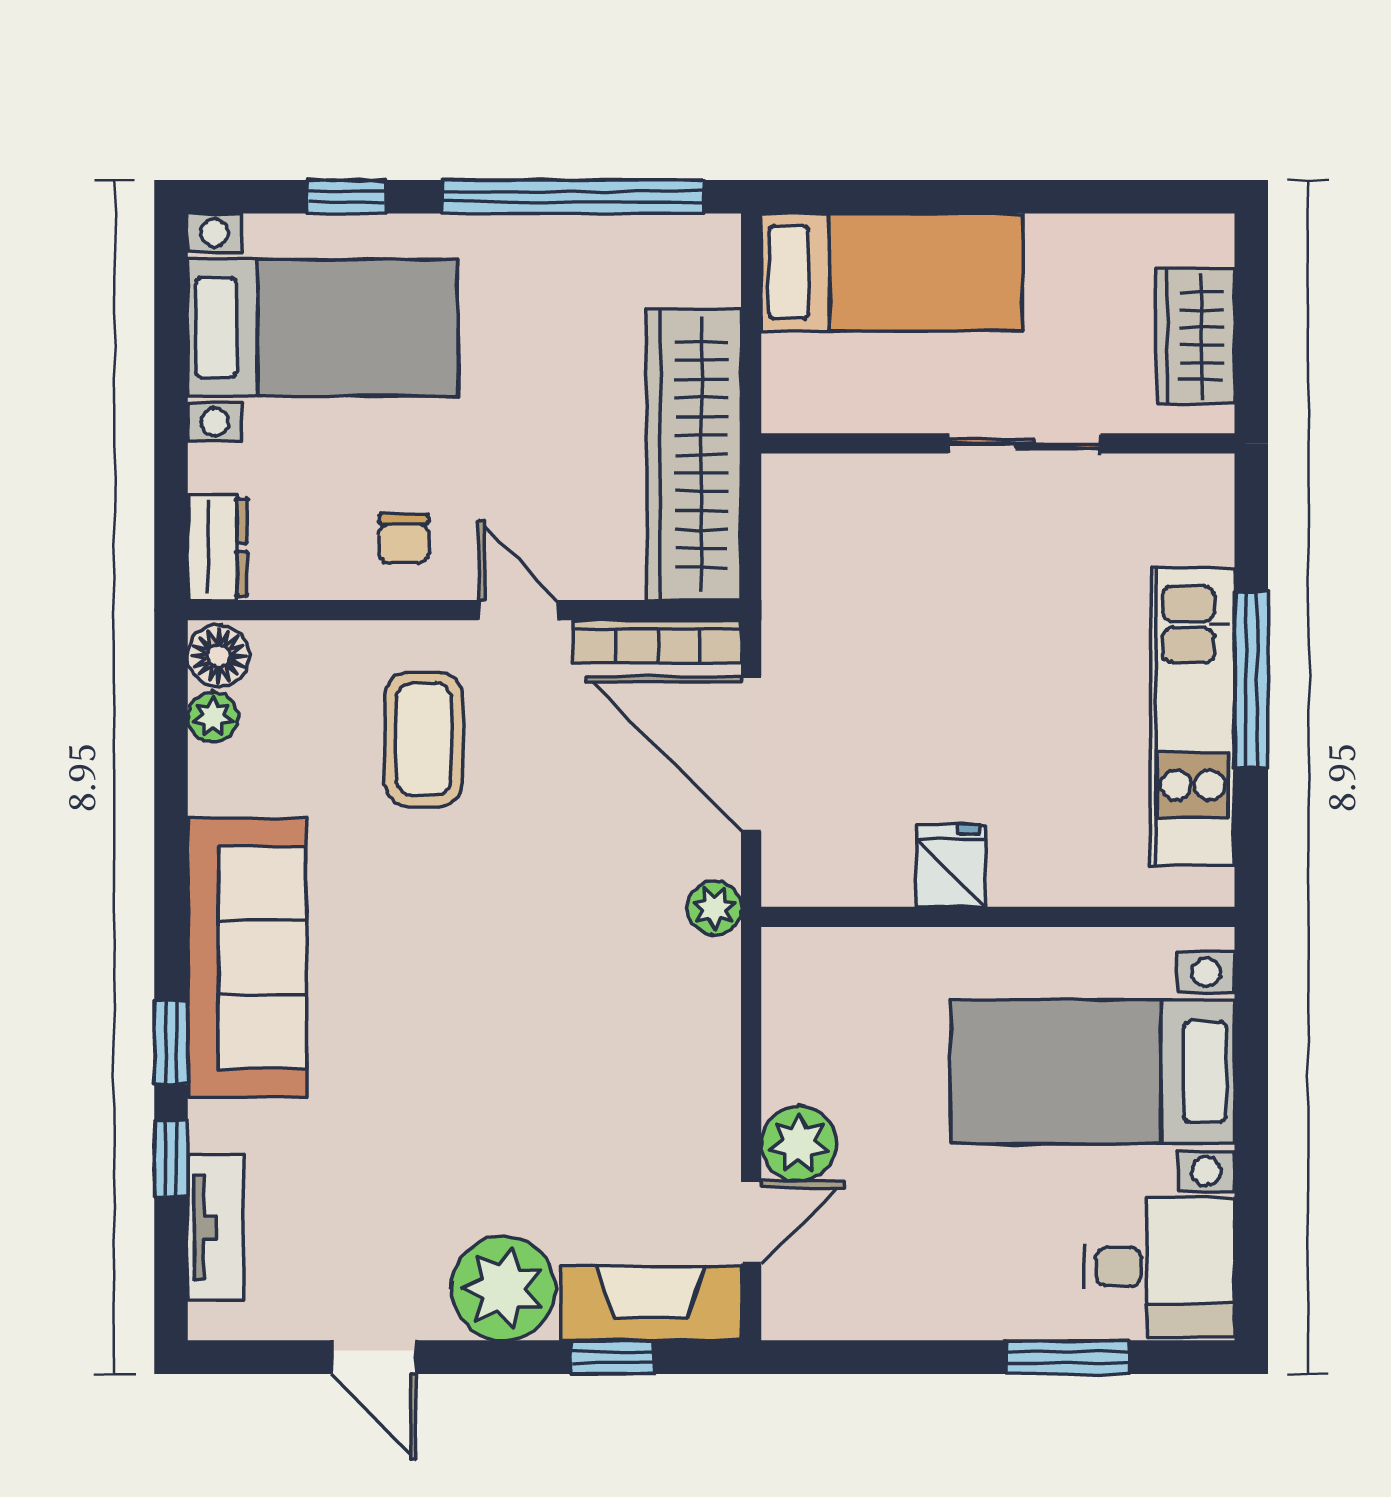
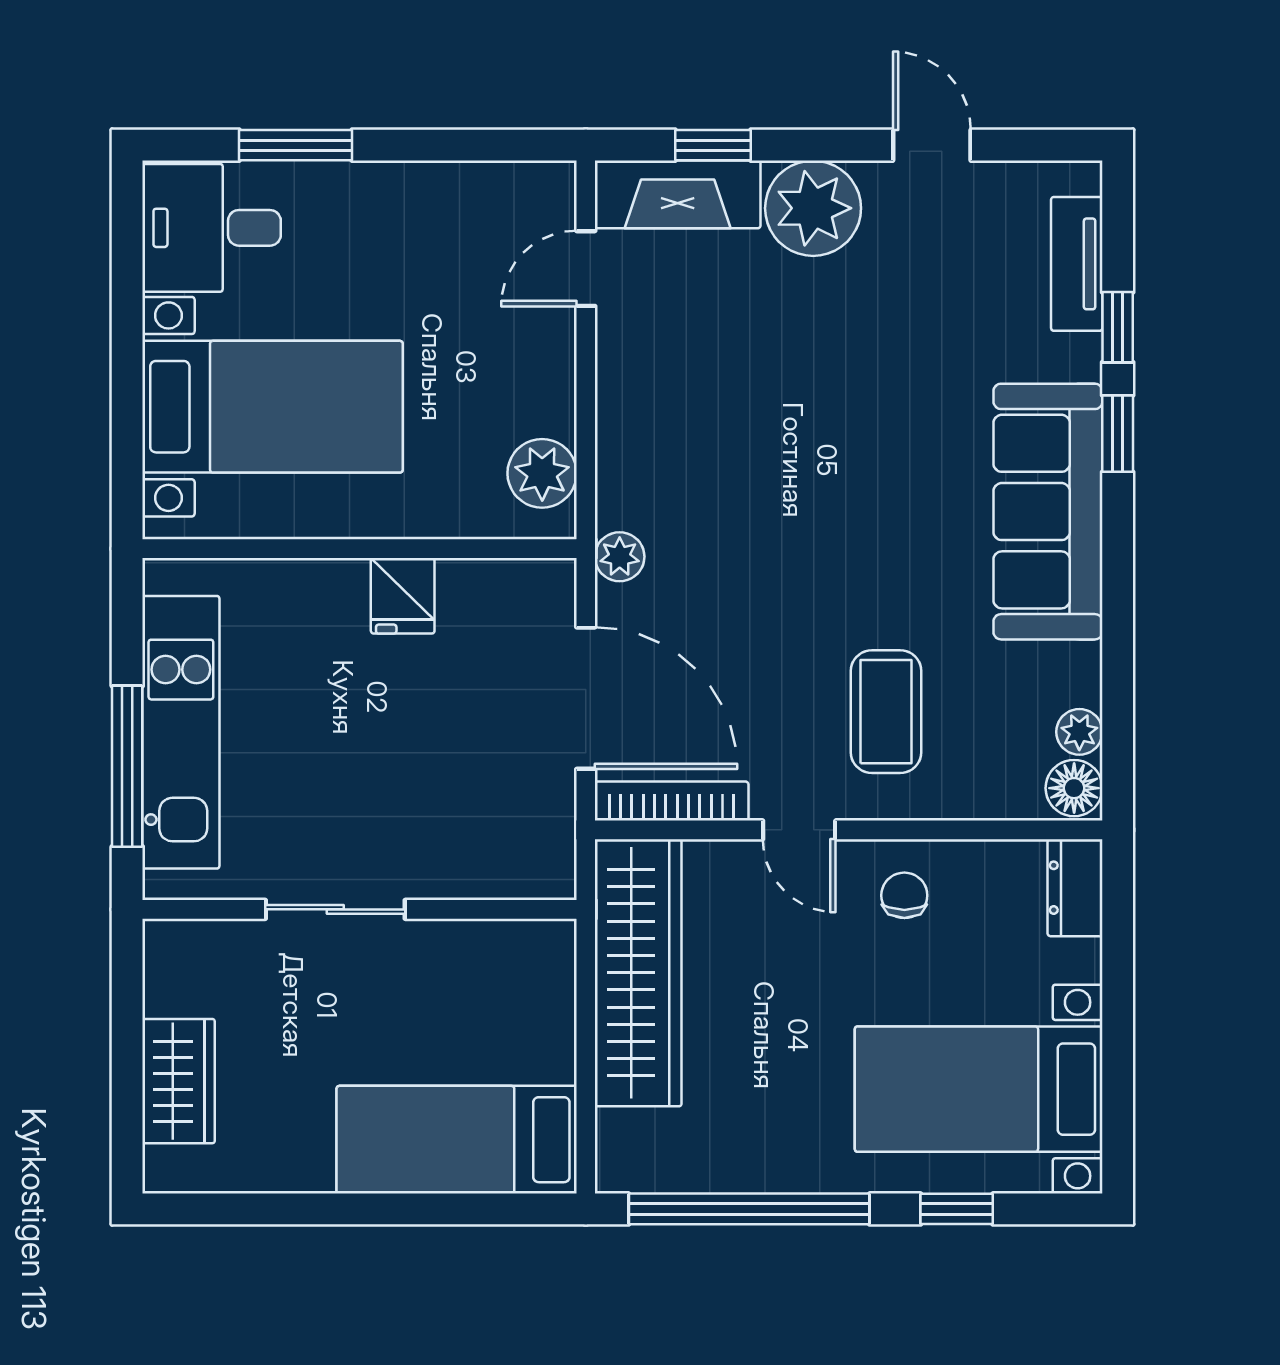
wall: (998, 443) -> (360, 909), moved
sliding door: (1024, 443) -> (335, 909), moved
plant: (799, 1144) -> (542, 473), moved

